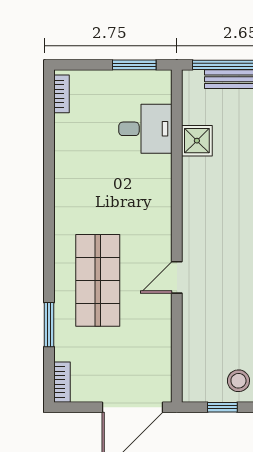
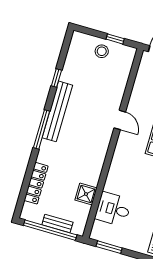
door: (177, 277) -> (120, 120), hinge flipped

